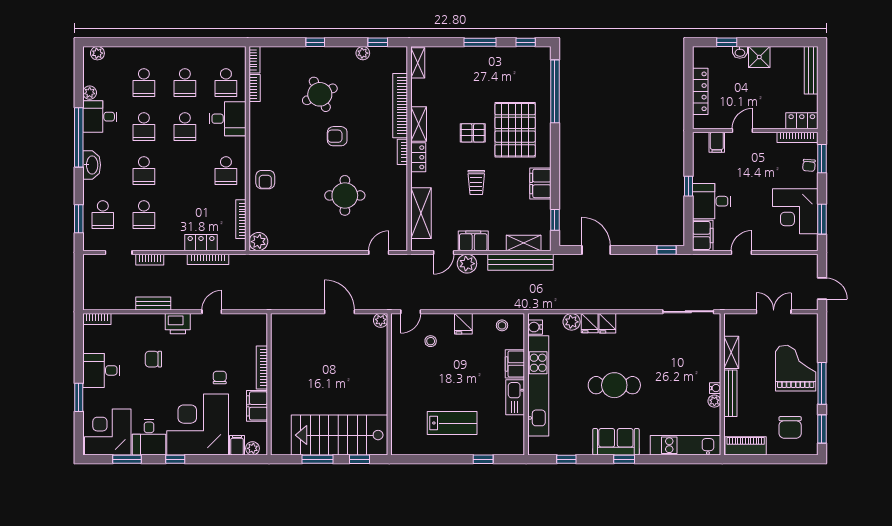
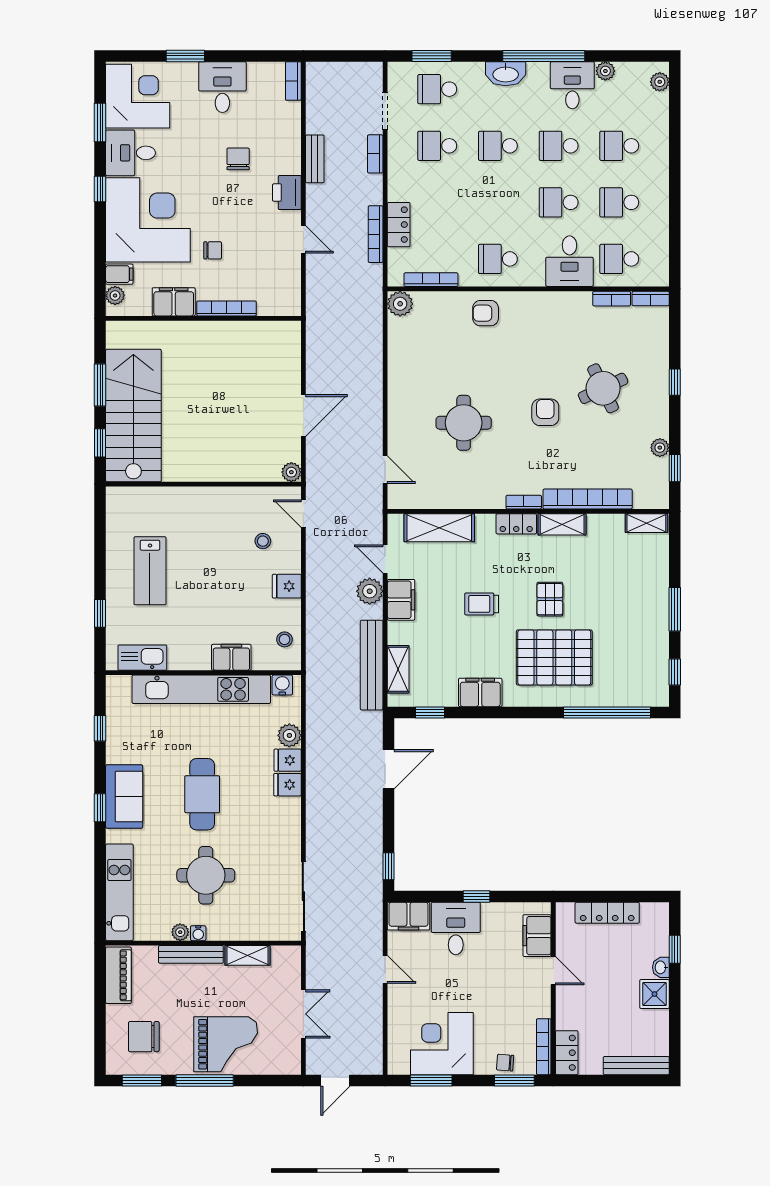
filing cabinet: (717, 142) -> (537, 936), width x2.00
round table: (673, 383) -> (206, 875), added
kitchen sink: (515, 397) -> (142, 658), moved

